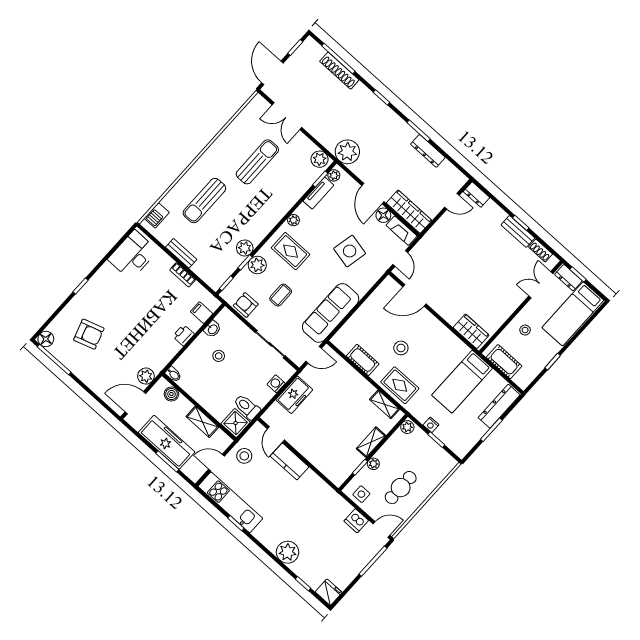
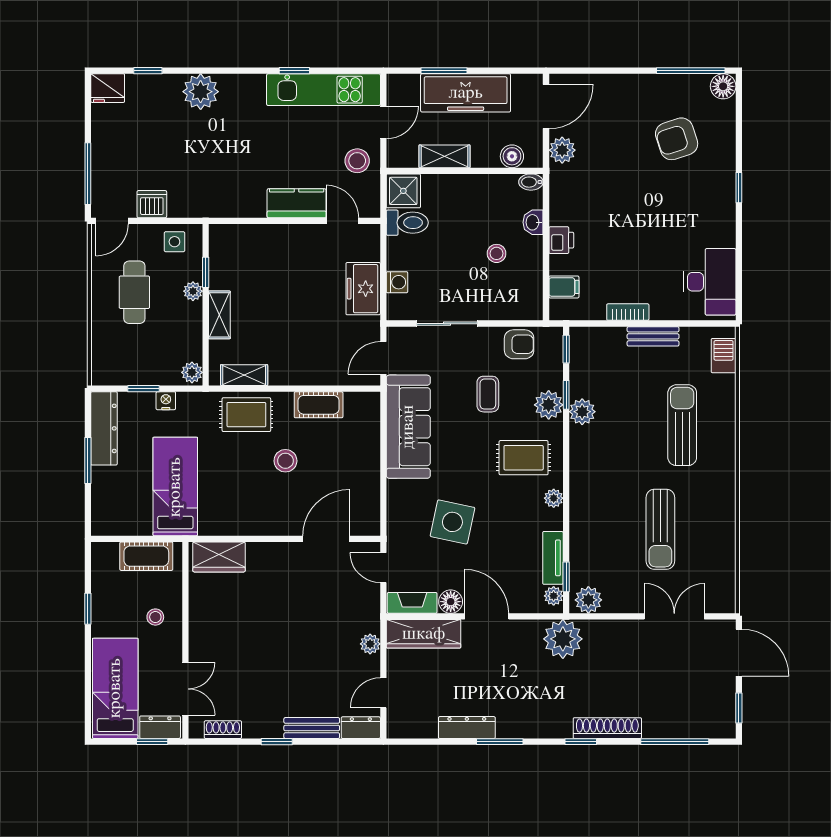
shoe rack: (339, 71) -> (607, 728), moved
plant: (438, 229) -> (370, 644), added
bench: (518, 231) -> (312, 728), moved
washbasin: (212, 329) -> (533, 222), moved
dresser: (499, 406) -> (104, 428), moved

